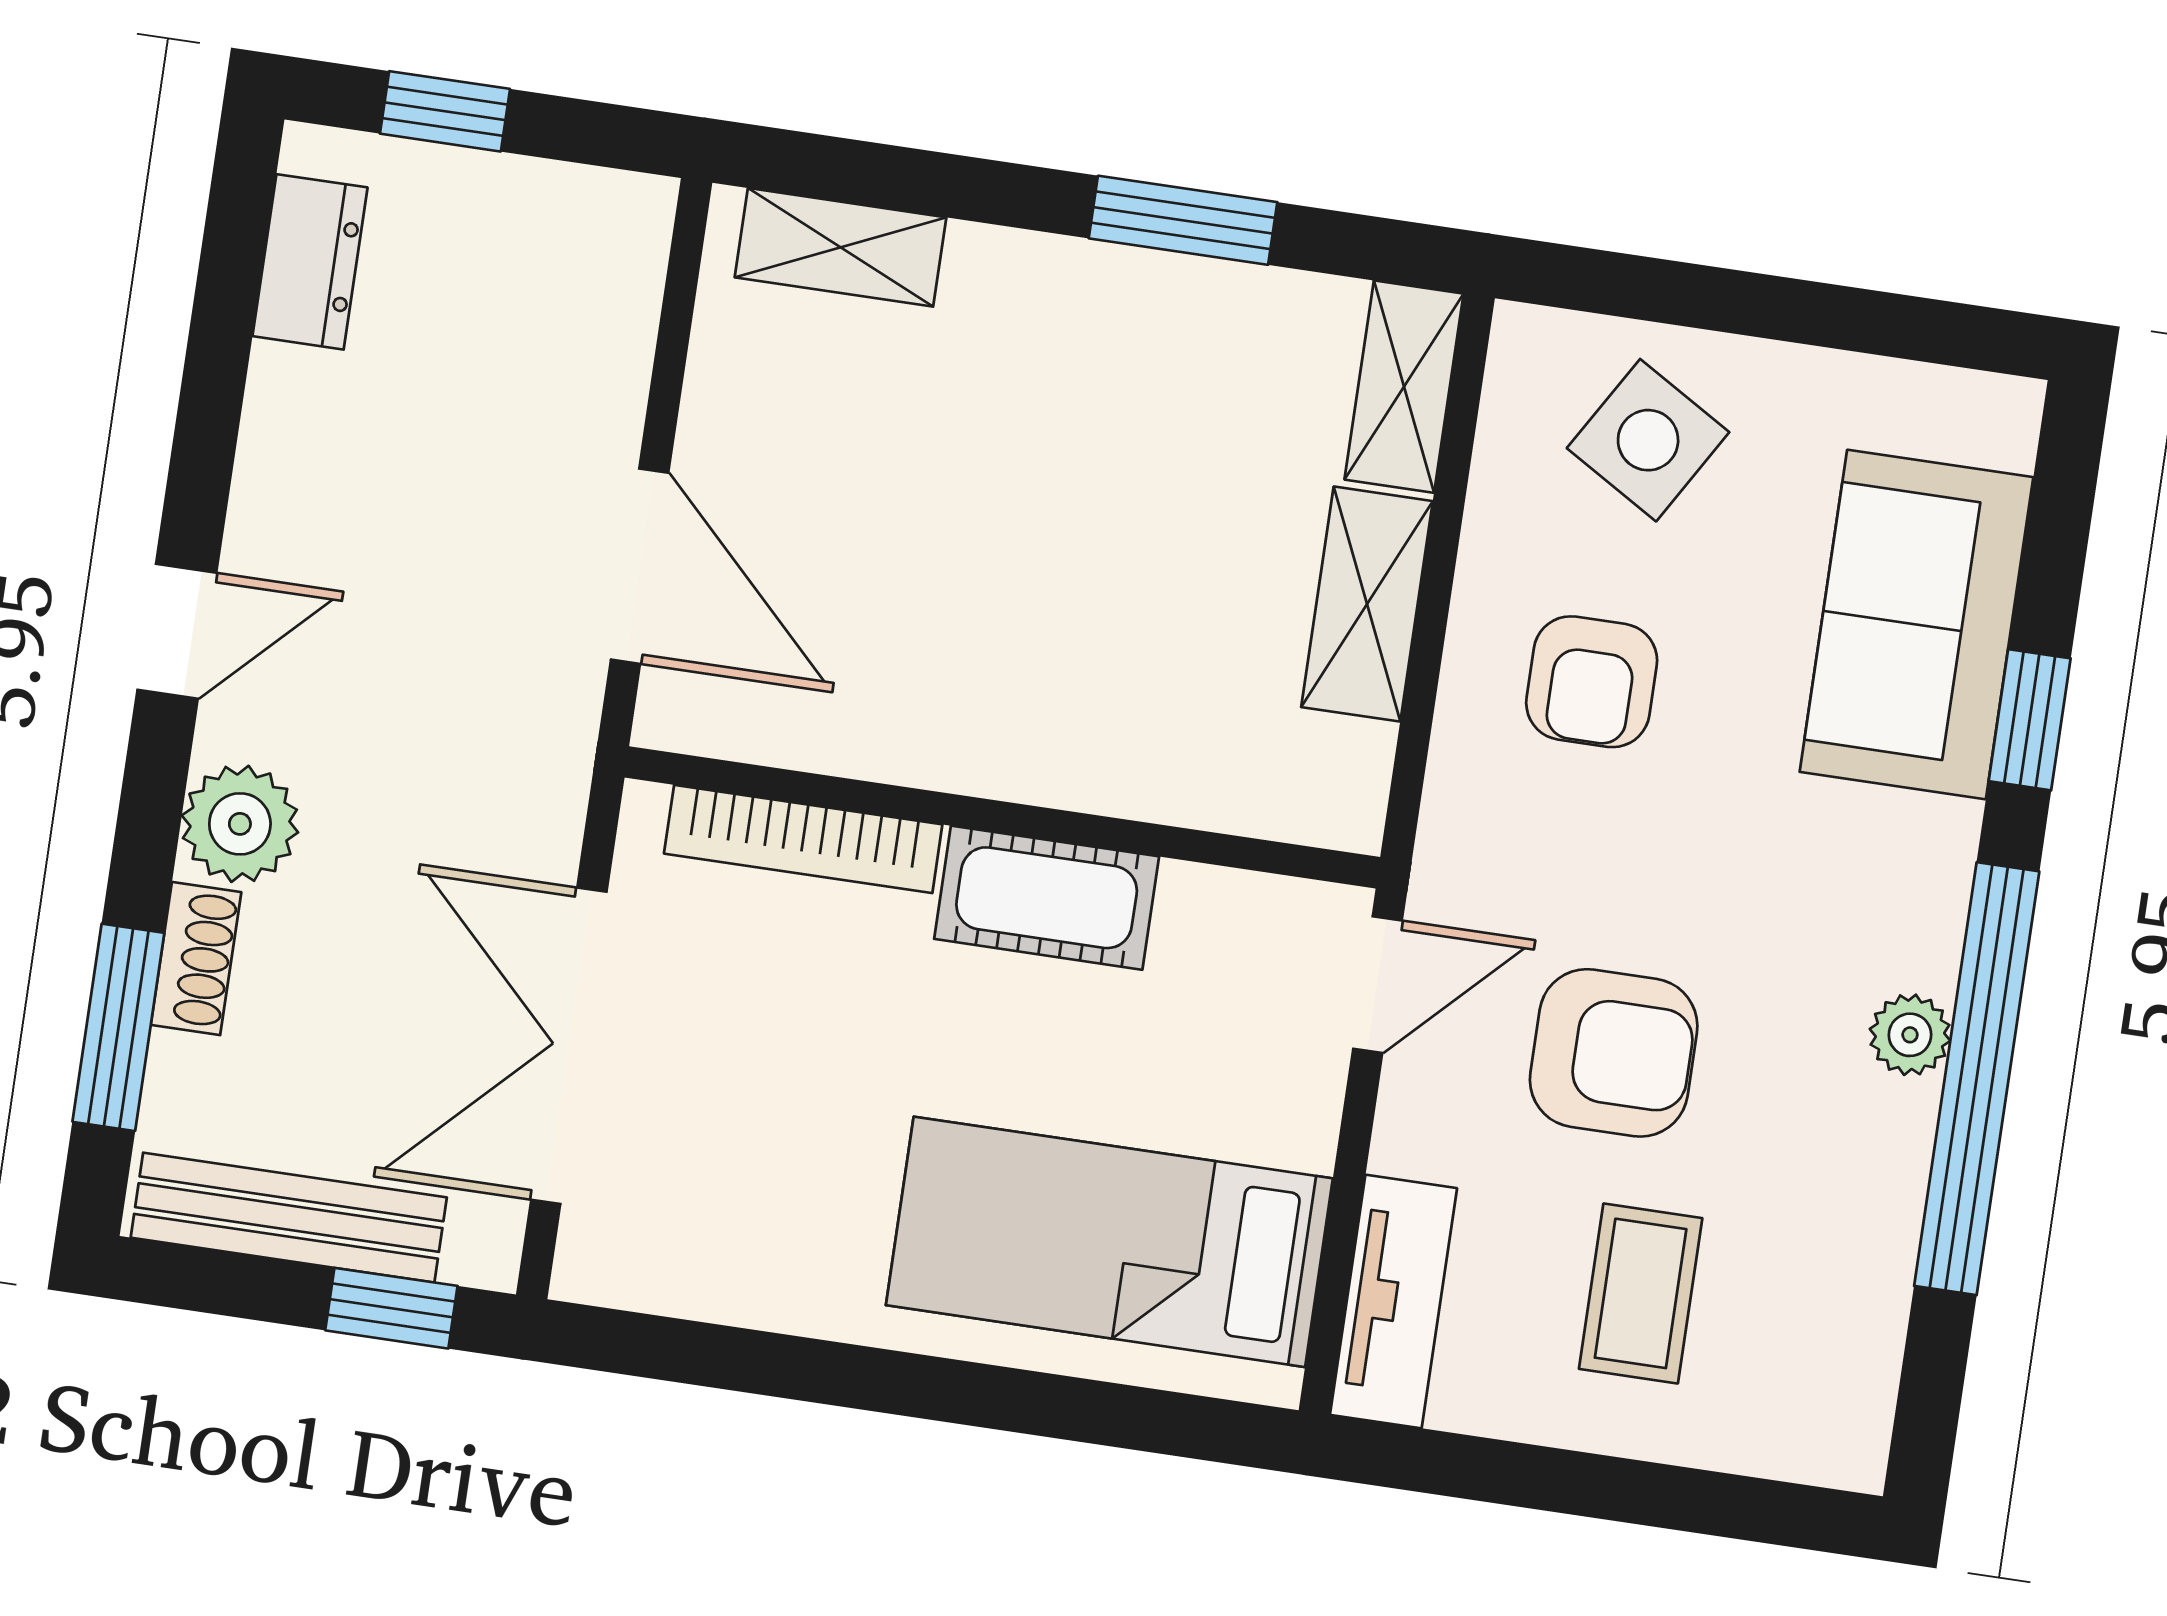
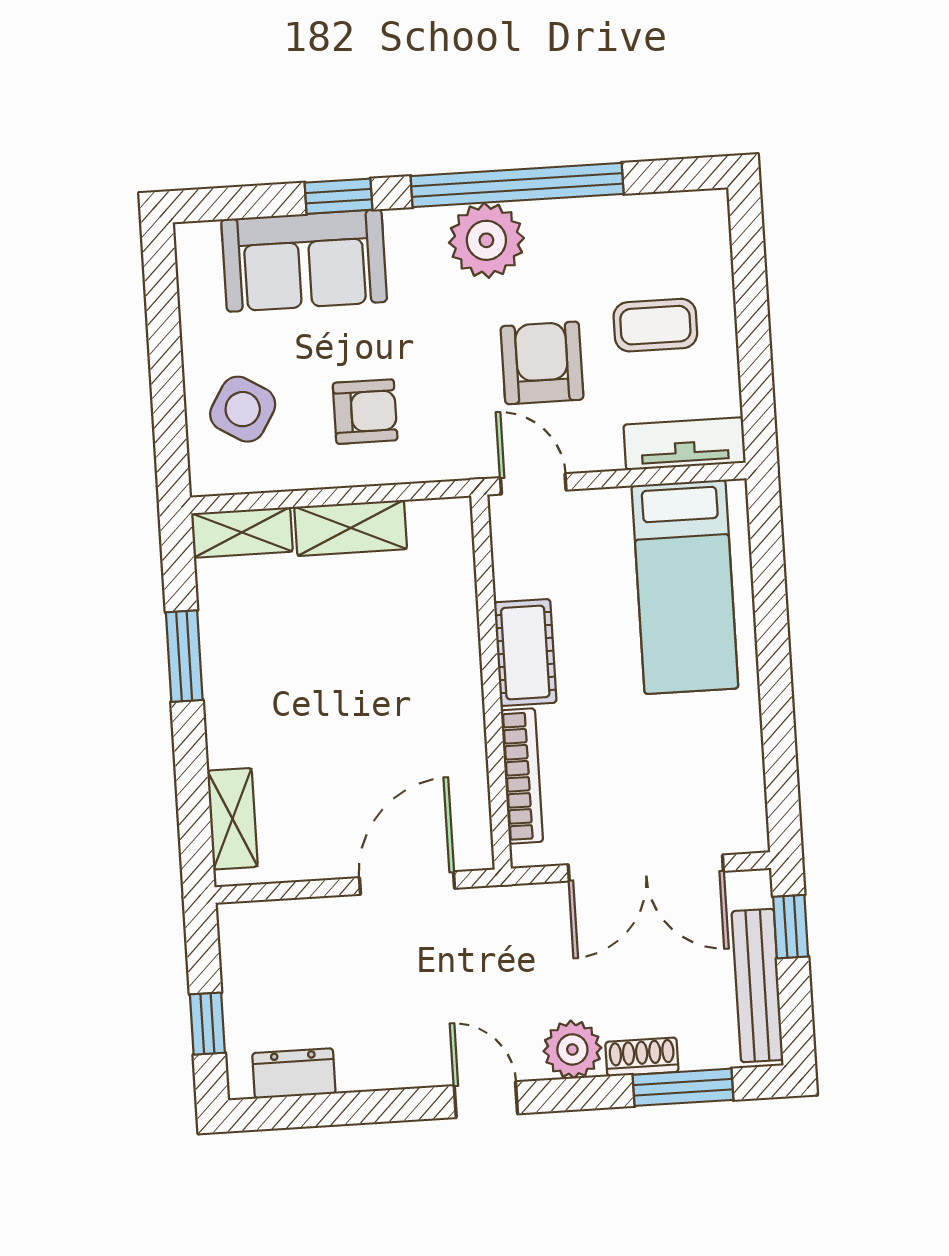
plant: (1910, 1035) -> (486, 240), width x1.87, depth x1.87

